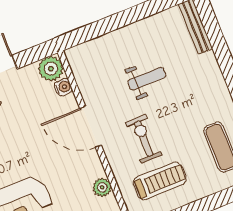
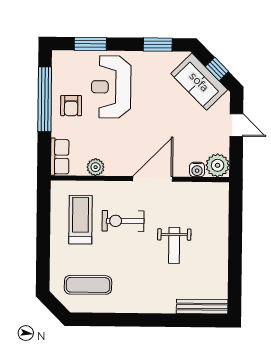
exercise bike: (144, 139) -> (123, 221), turned 180
treadmill: (160, 181) -> (80, 220), turned 180

